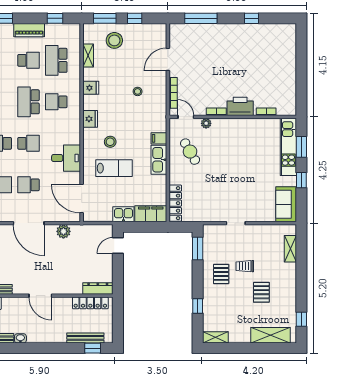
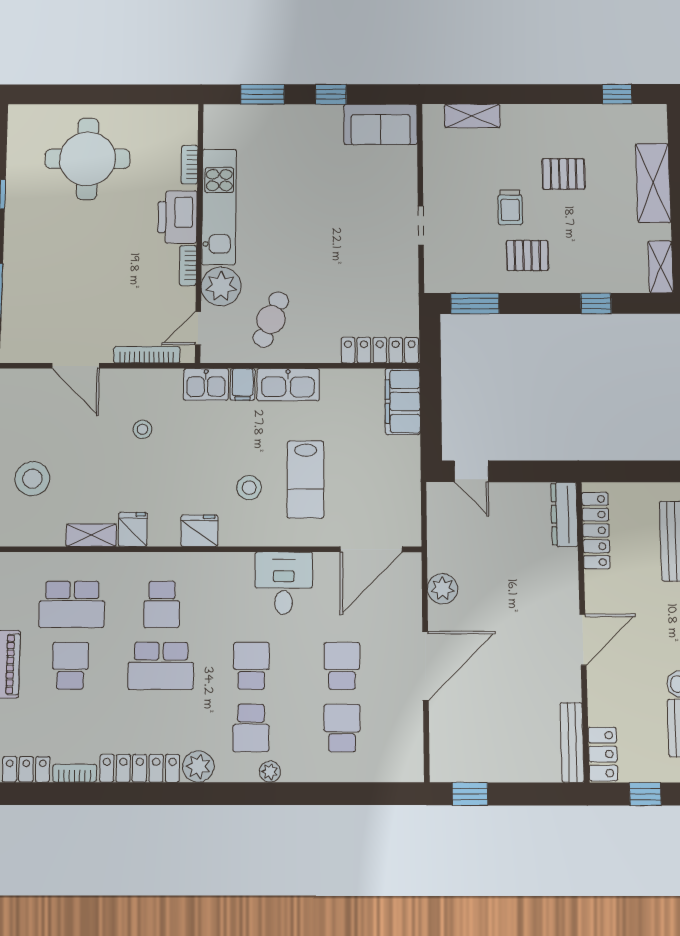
shelving: (88, 56) -> (91, 535), moved
round table: (269, 63) -> (88, 159), added
plant: (206, 123) -> (221, 286), width x1.88, depth x1.88
kitchen unit: (288, 147) -> (219, 207), moved, turned -90
cafe table: (190, 152) -> (271, 319), turned -38
lab bench: (114, 168) -> (306, 479), turned 180
school desk: (28, 185) -> (342, 666), turned 180
kitchen sink: (123, 214) -> (206, 384), moved, turned -90
shelving: (270, 335) -> (653, 183), moved

